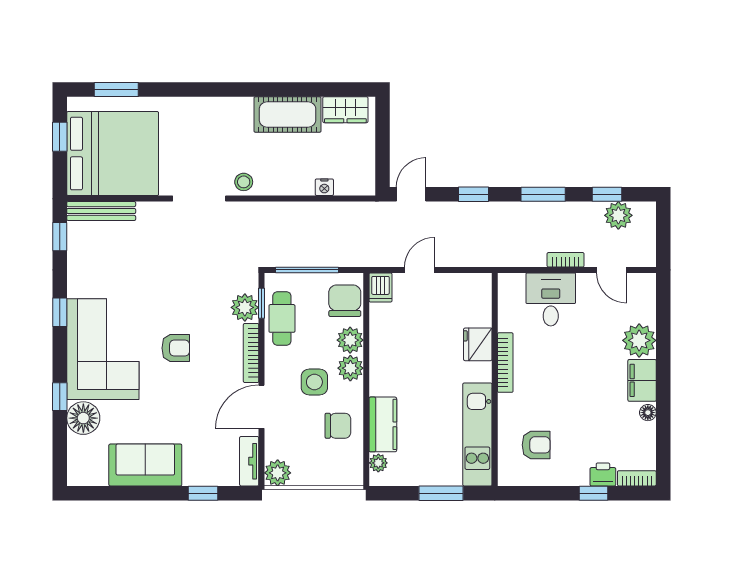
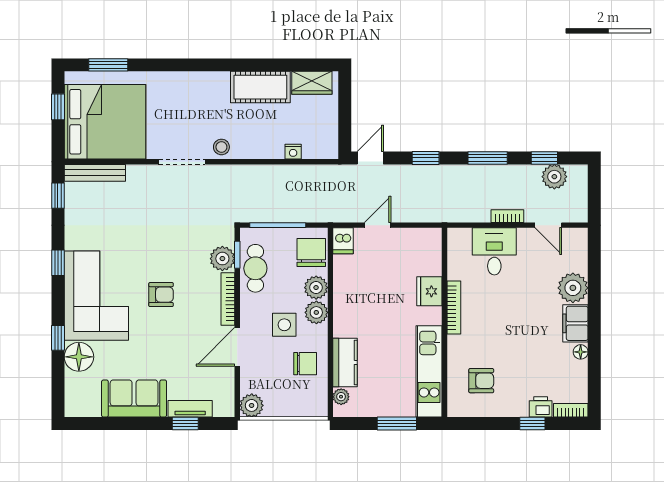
tv unit: (249, 461) -> (190, 409), moved, turned 90

